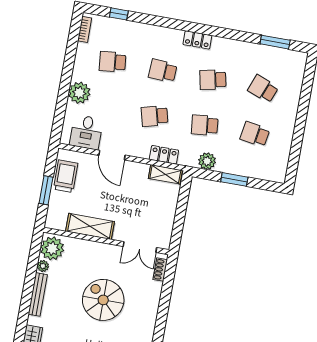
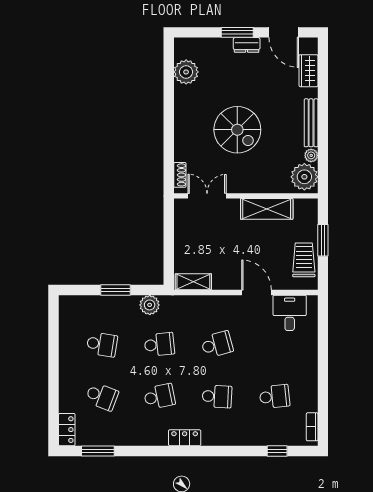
plant: (79, 93) -> (305, 355), removed
locker: (164, 155) -> (67, 430), moved, turned -90
trolley: (66, 176) -> (304, 260), turned 180

